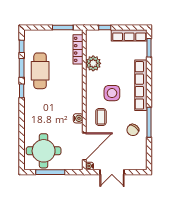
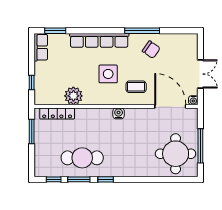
row of seats: (129, 35) -> (41, 47), width x0.68
water cooler: (78, 118) -> (119, 113), moved

